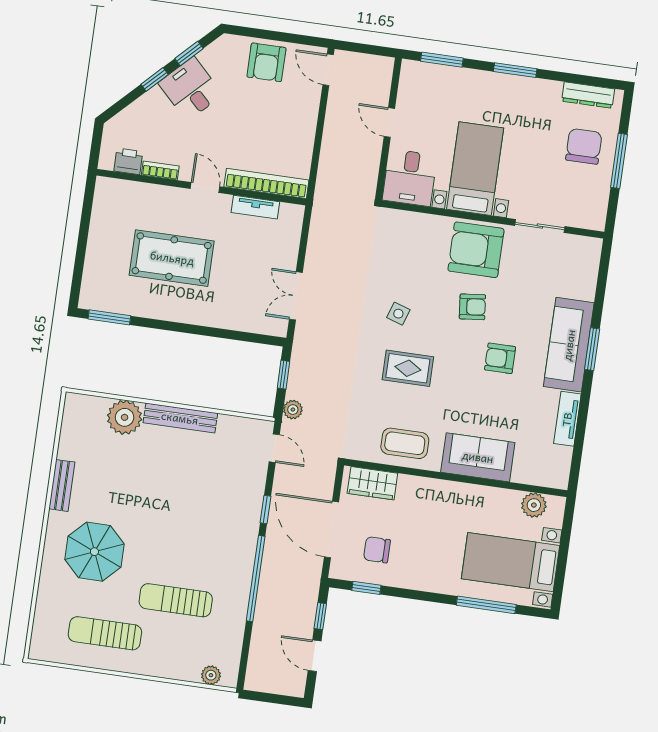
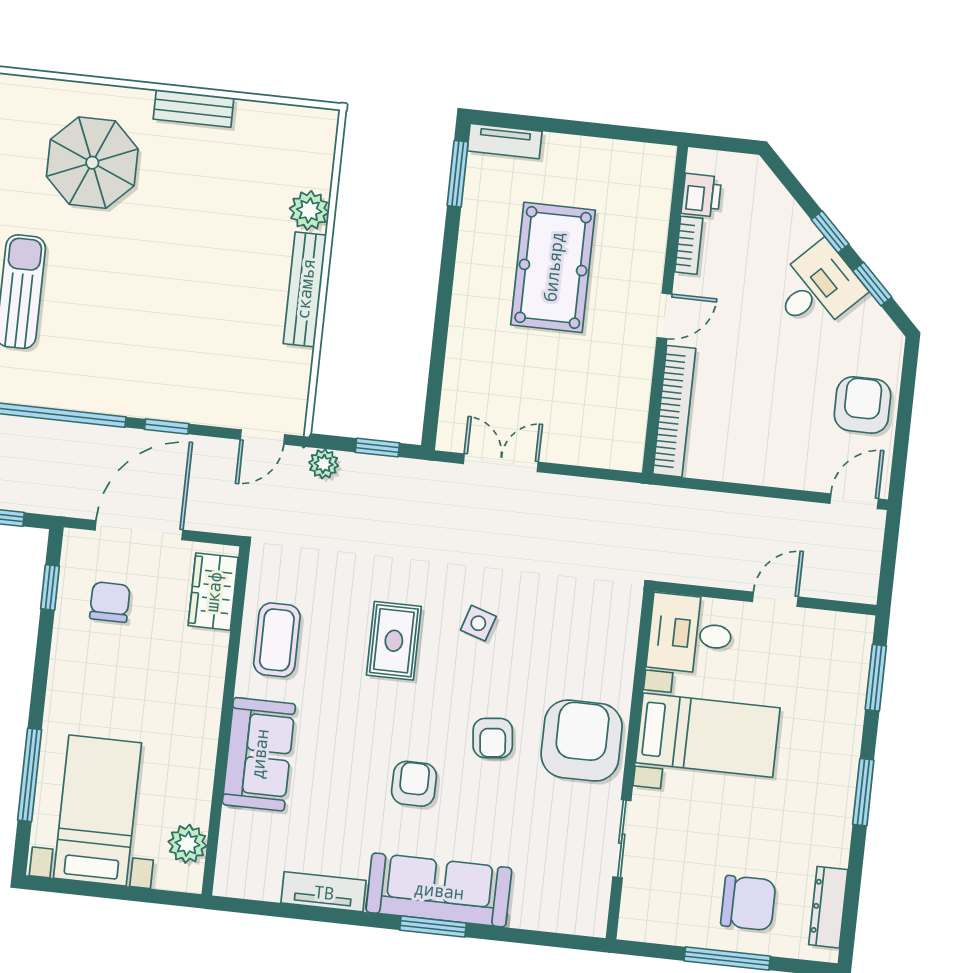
armchair: (266, 62) -> (862, 405), turned 90
tv unit: (255, 207) -> (505, 141), moved, turned -90
plant: (125, 417) -> (309, 210), width x0.73, depth x0.73

